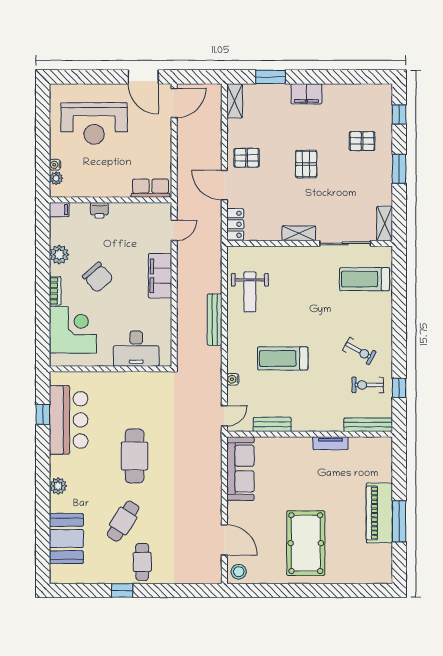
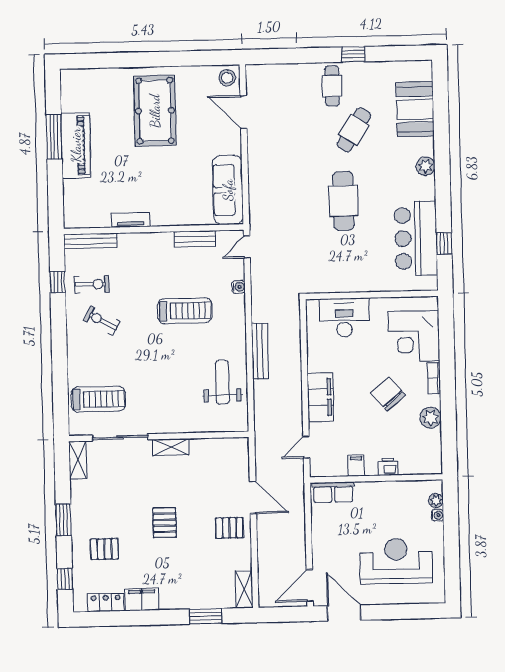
filing cabinet: (306, 94) -> (142, 599), moved
filing cabinet: (59, 210) -> (356, 466), moved, turned 90
locker: (235, 224) -> (106, 602), moved, turned 90

